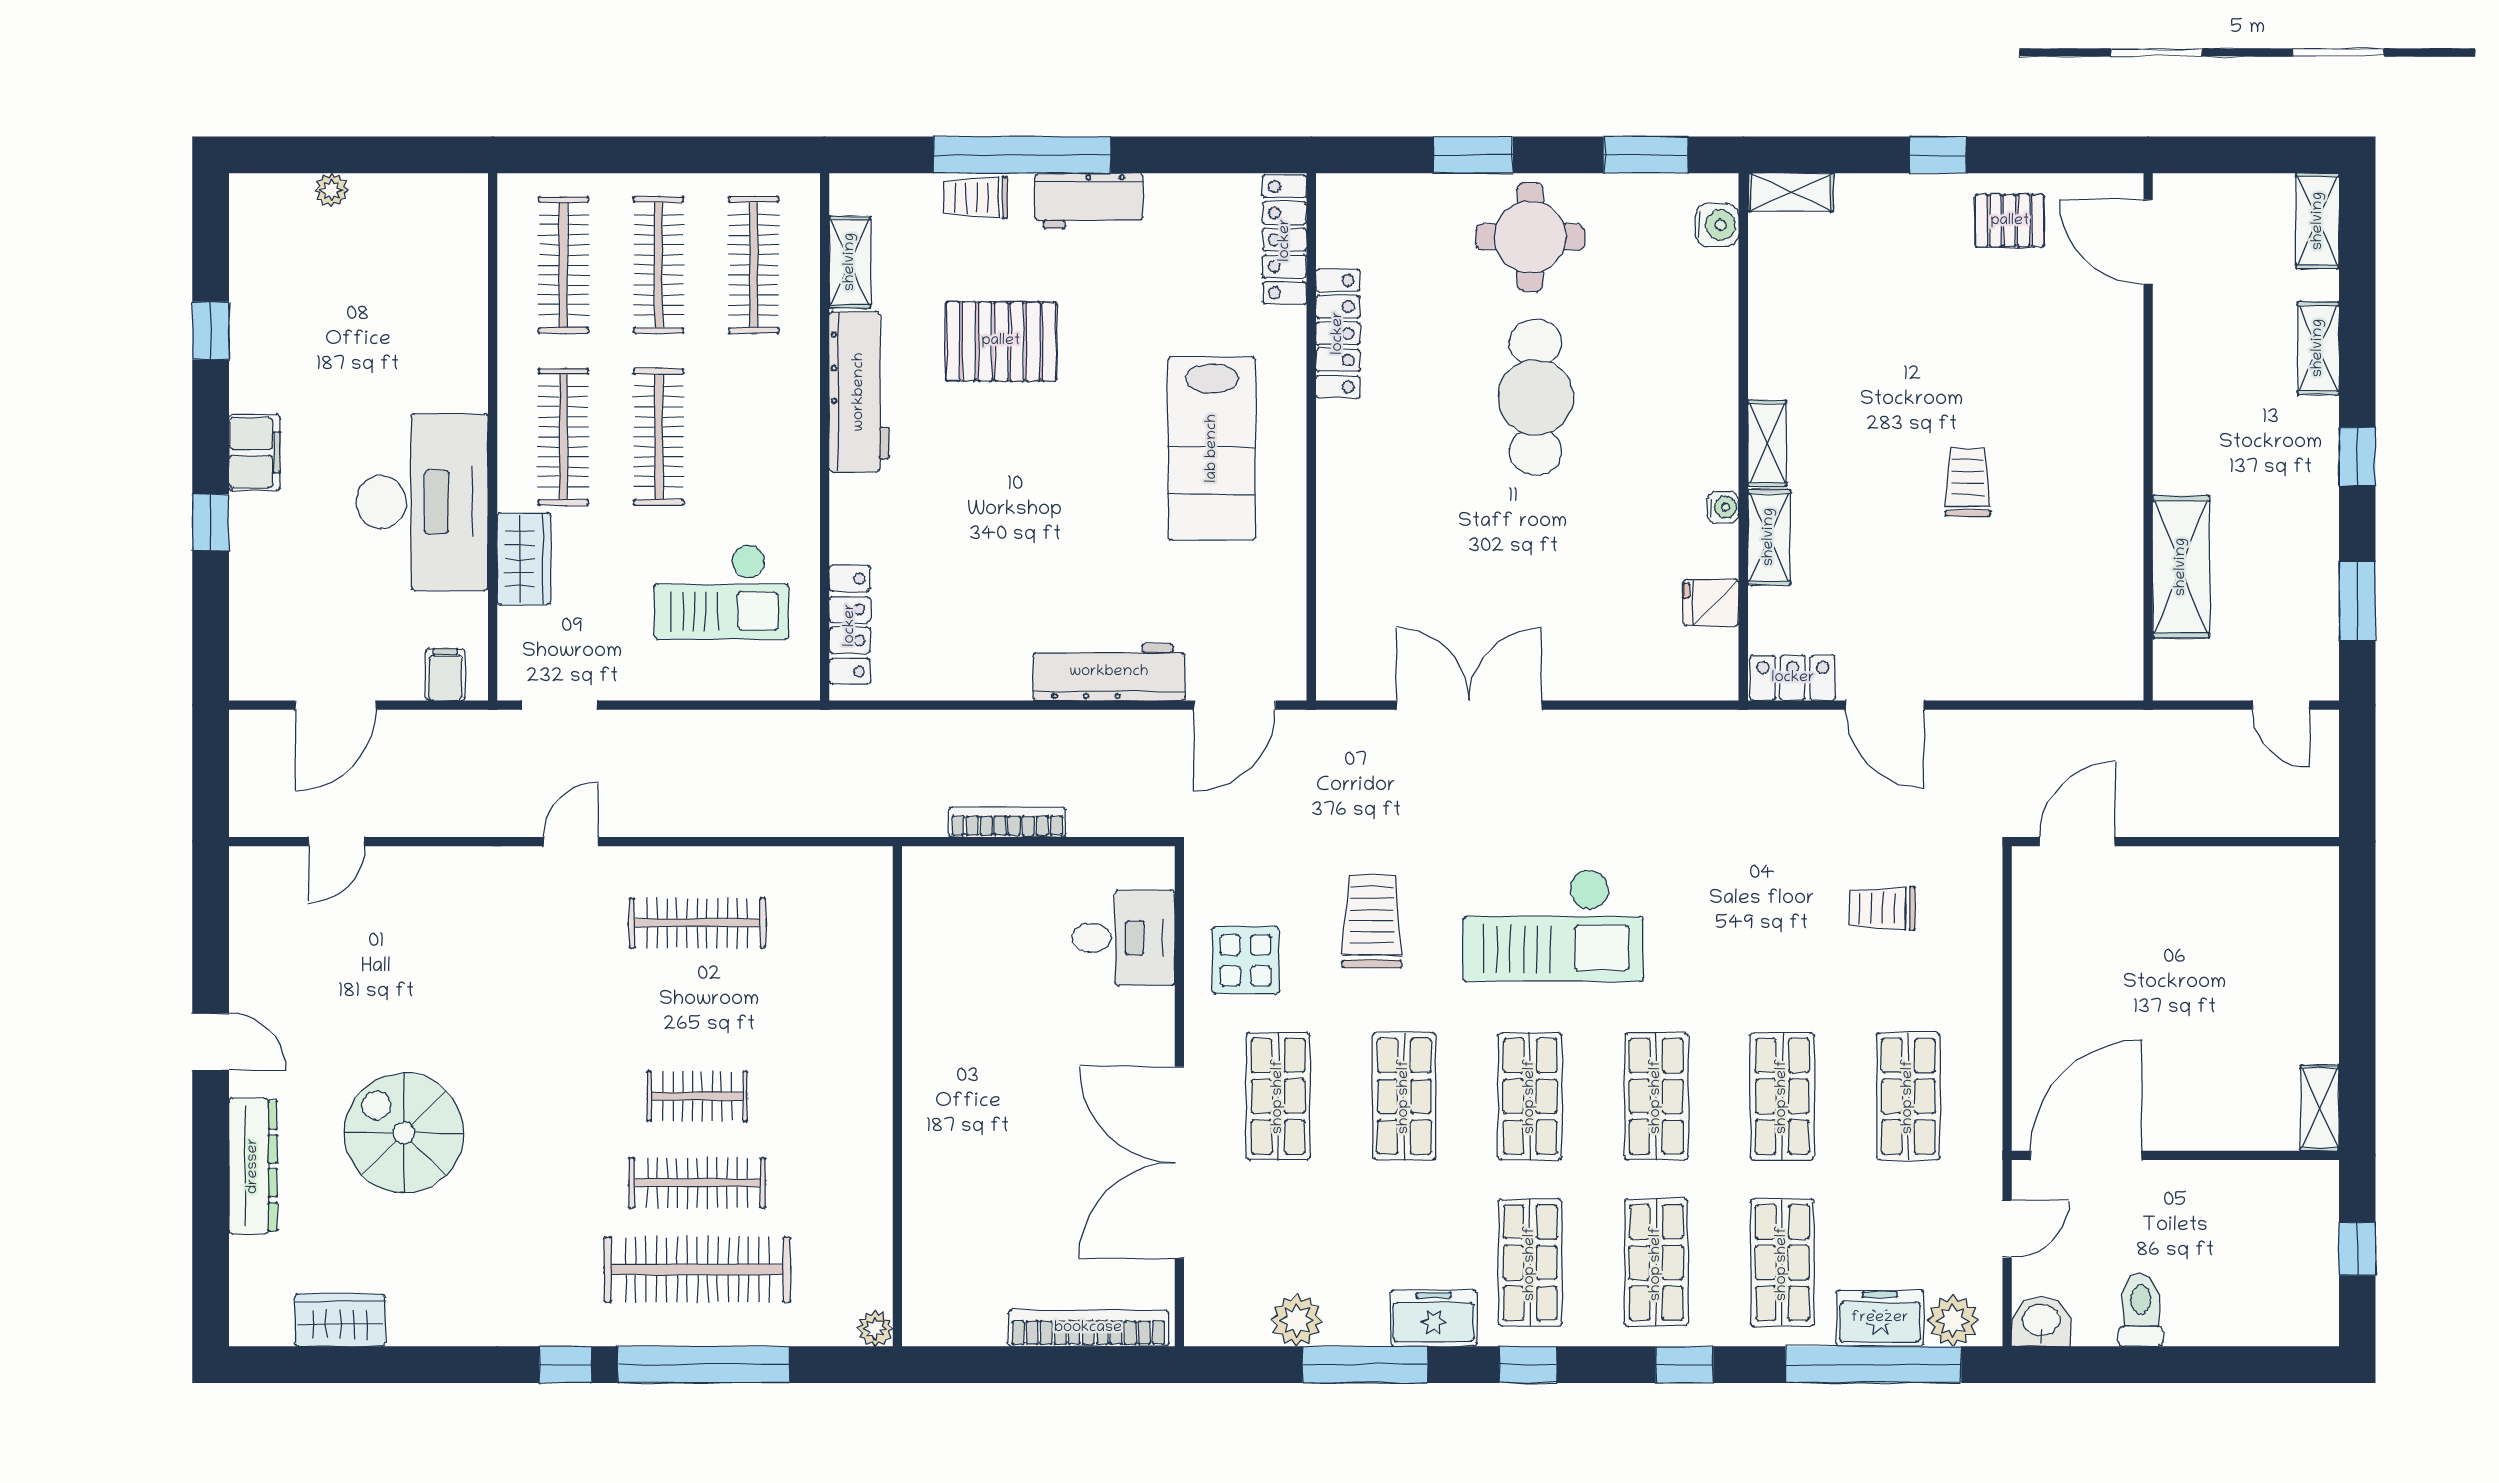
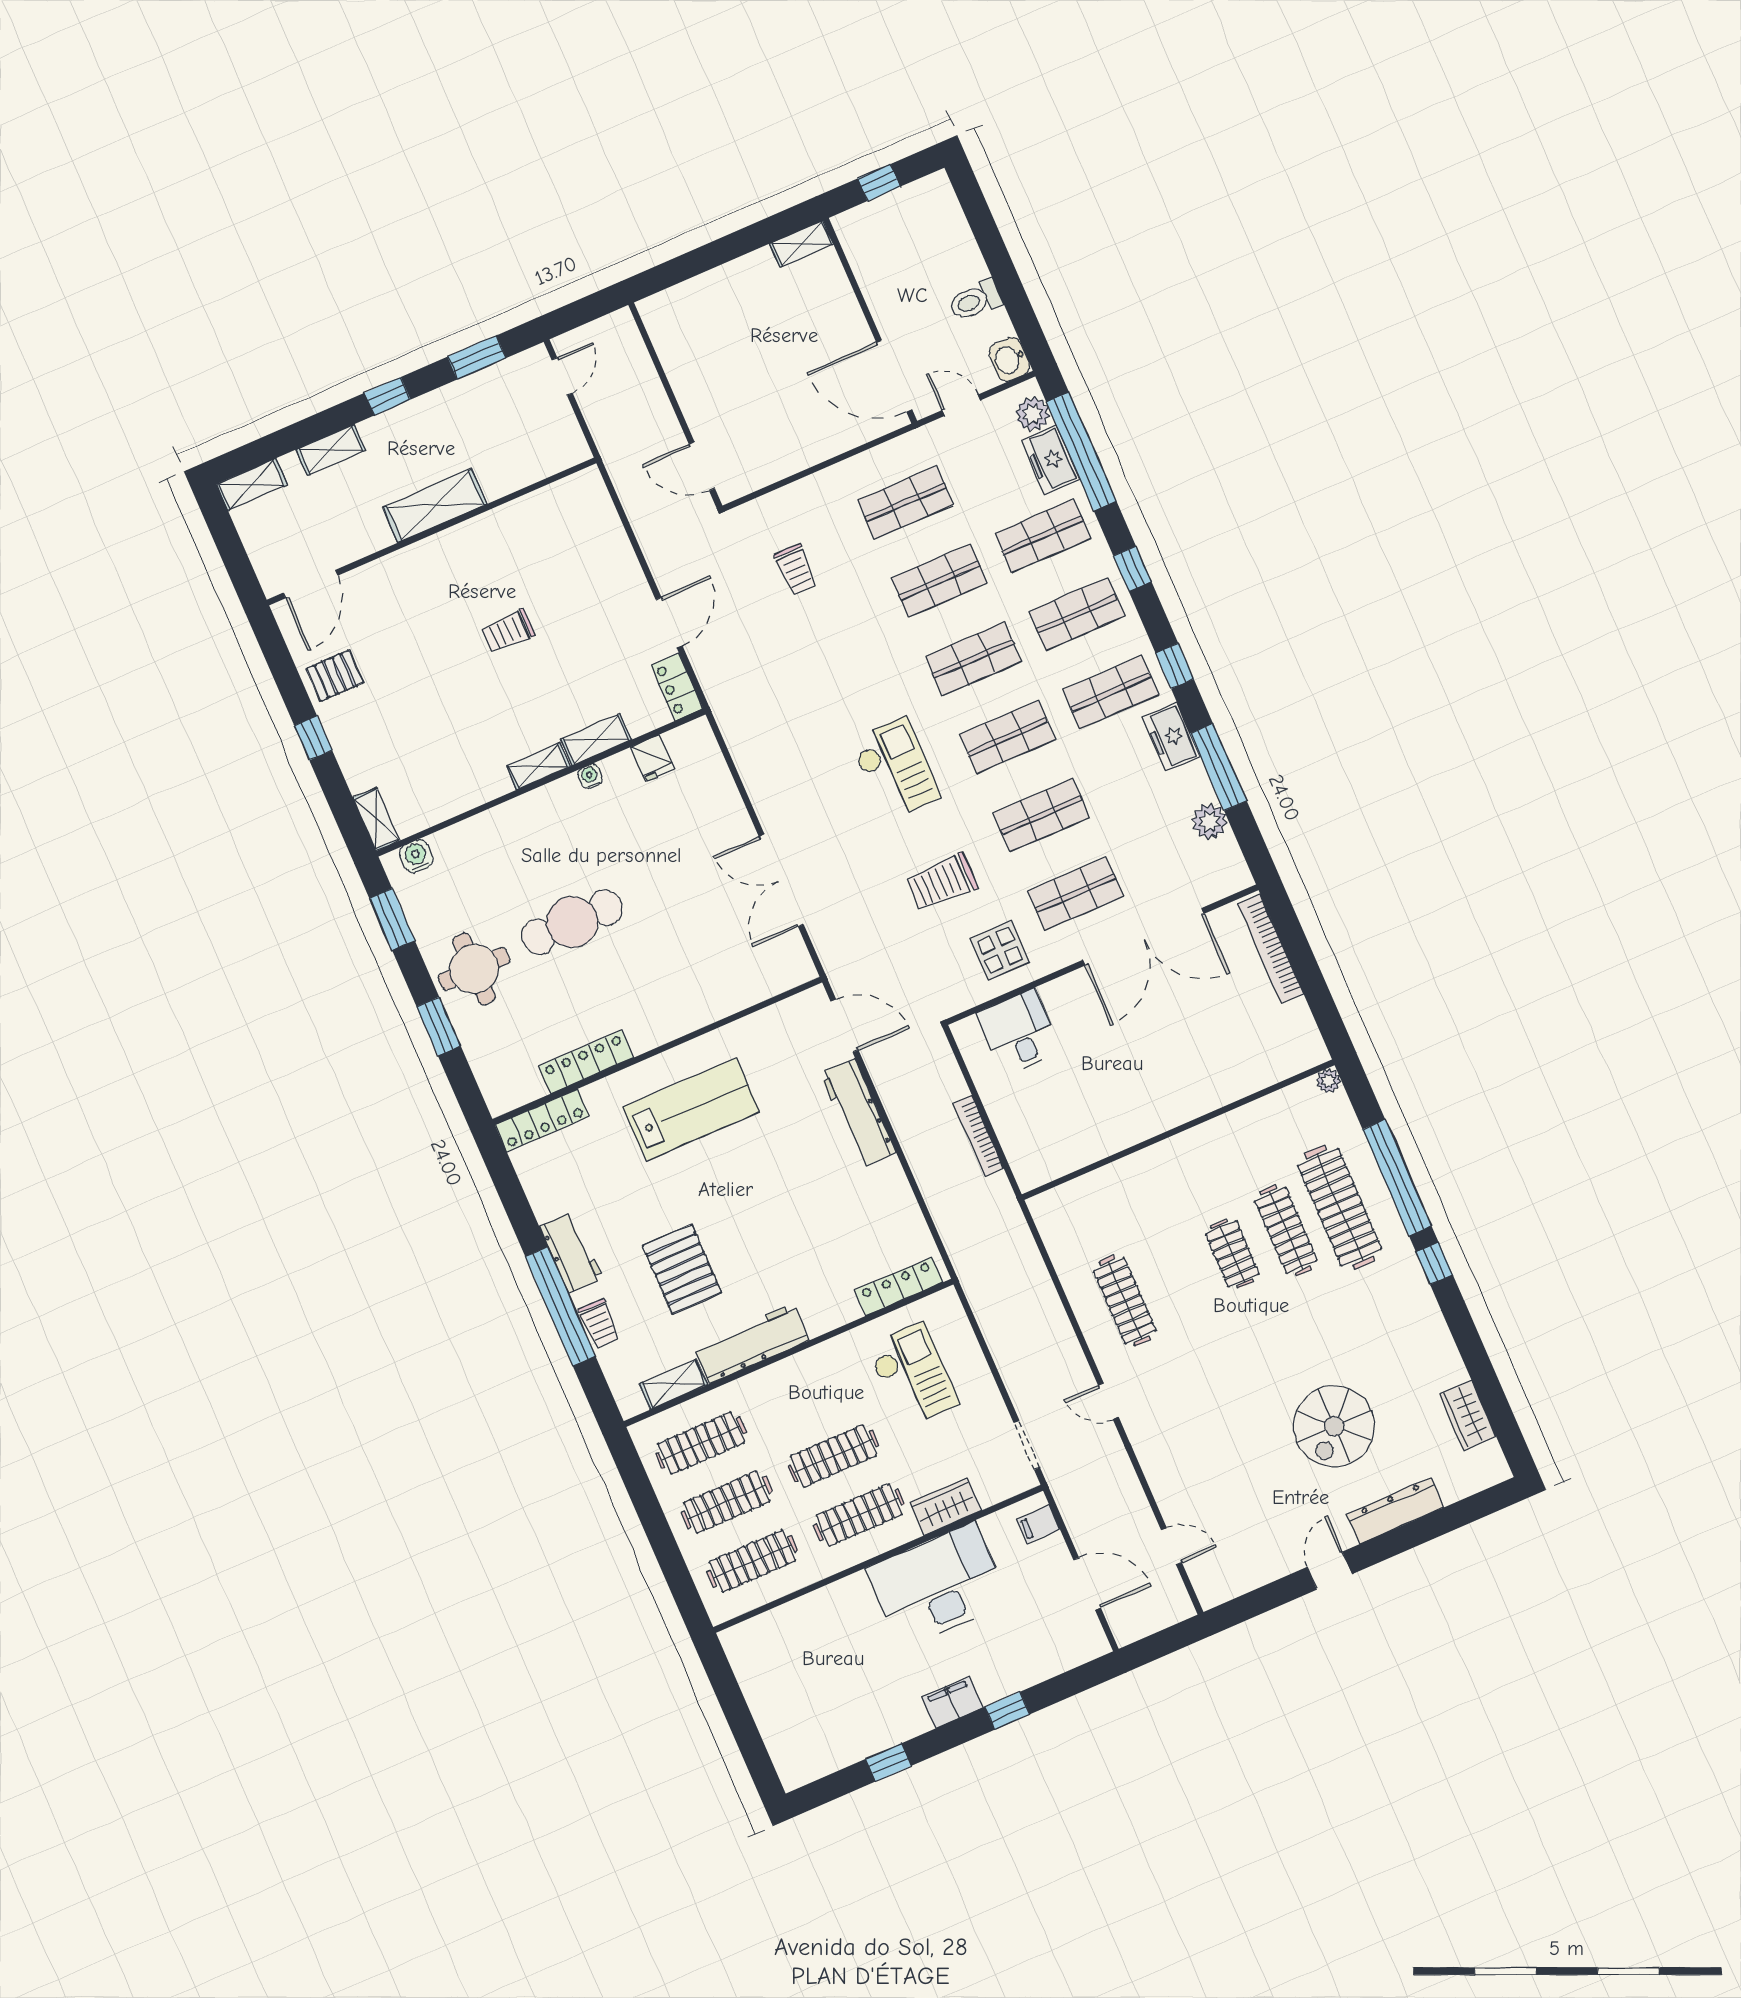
plant: (331, 190) -> (769, 1725), removed
pallet: (2010, 221) -> (335, 676), turned 90
shelving: (2181, 567) -> (435, 506), moved
checkout: (1553, 925) -> (895, 769), width x0.73, depth x0.83

